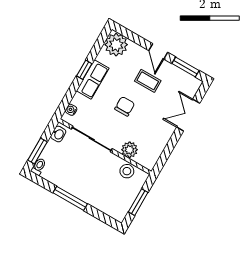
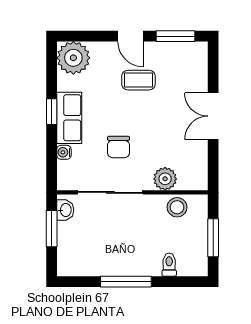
chair: (125, 106) -> (118, 147), moved, turned 180
water cooler: (71, 110) -> (64, 152), moved
double door: (188, 115) -> (213, 116), moved
window: (37, 151) -> (52, 229), moved
toilet: (39, 167) -> (169, 265), moved

